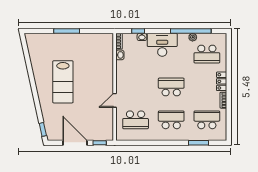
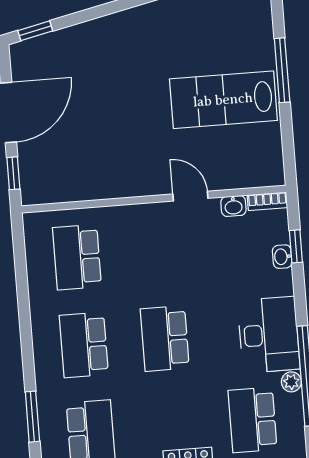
desk: (162, 45) -> (269, 335), moved
lab bench: (63, 82) -> (223, 100), moved
school desk: (171, 87) -> (165, 338), turned 180
door: (115, 100) -> (190, 196), moved
school desk: (171, 120) -> (84, 345), turned 180

